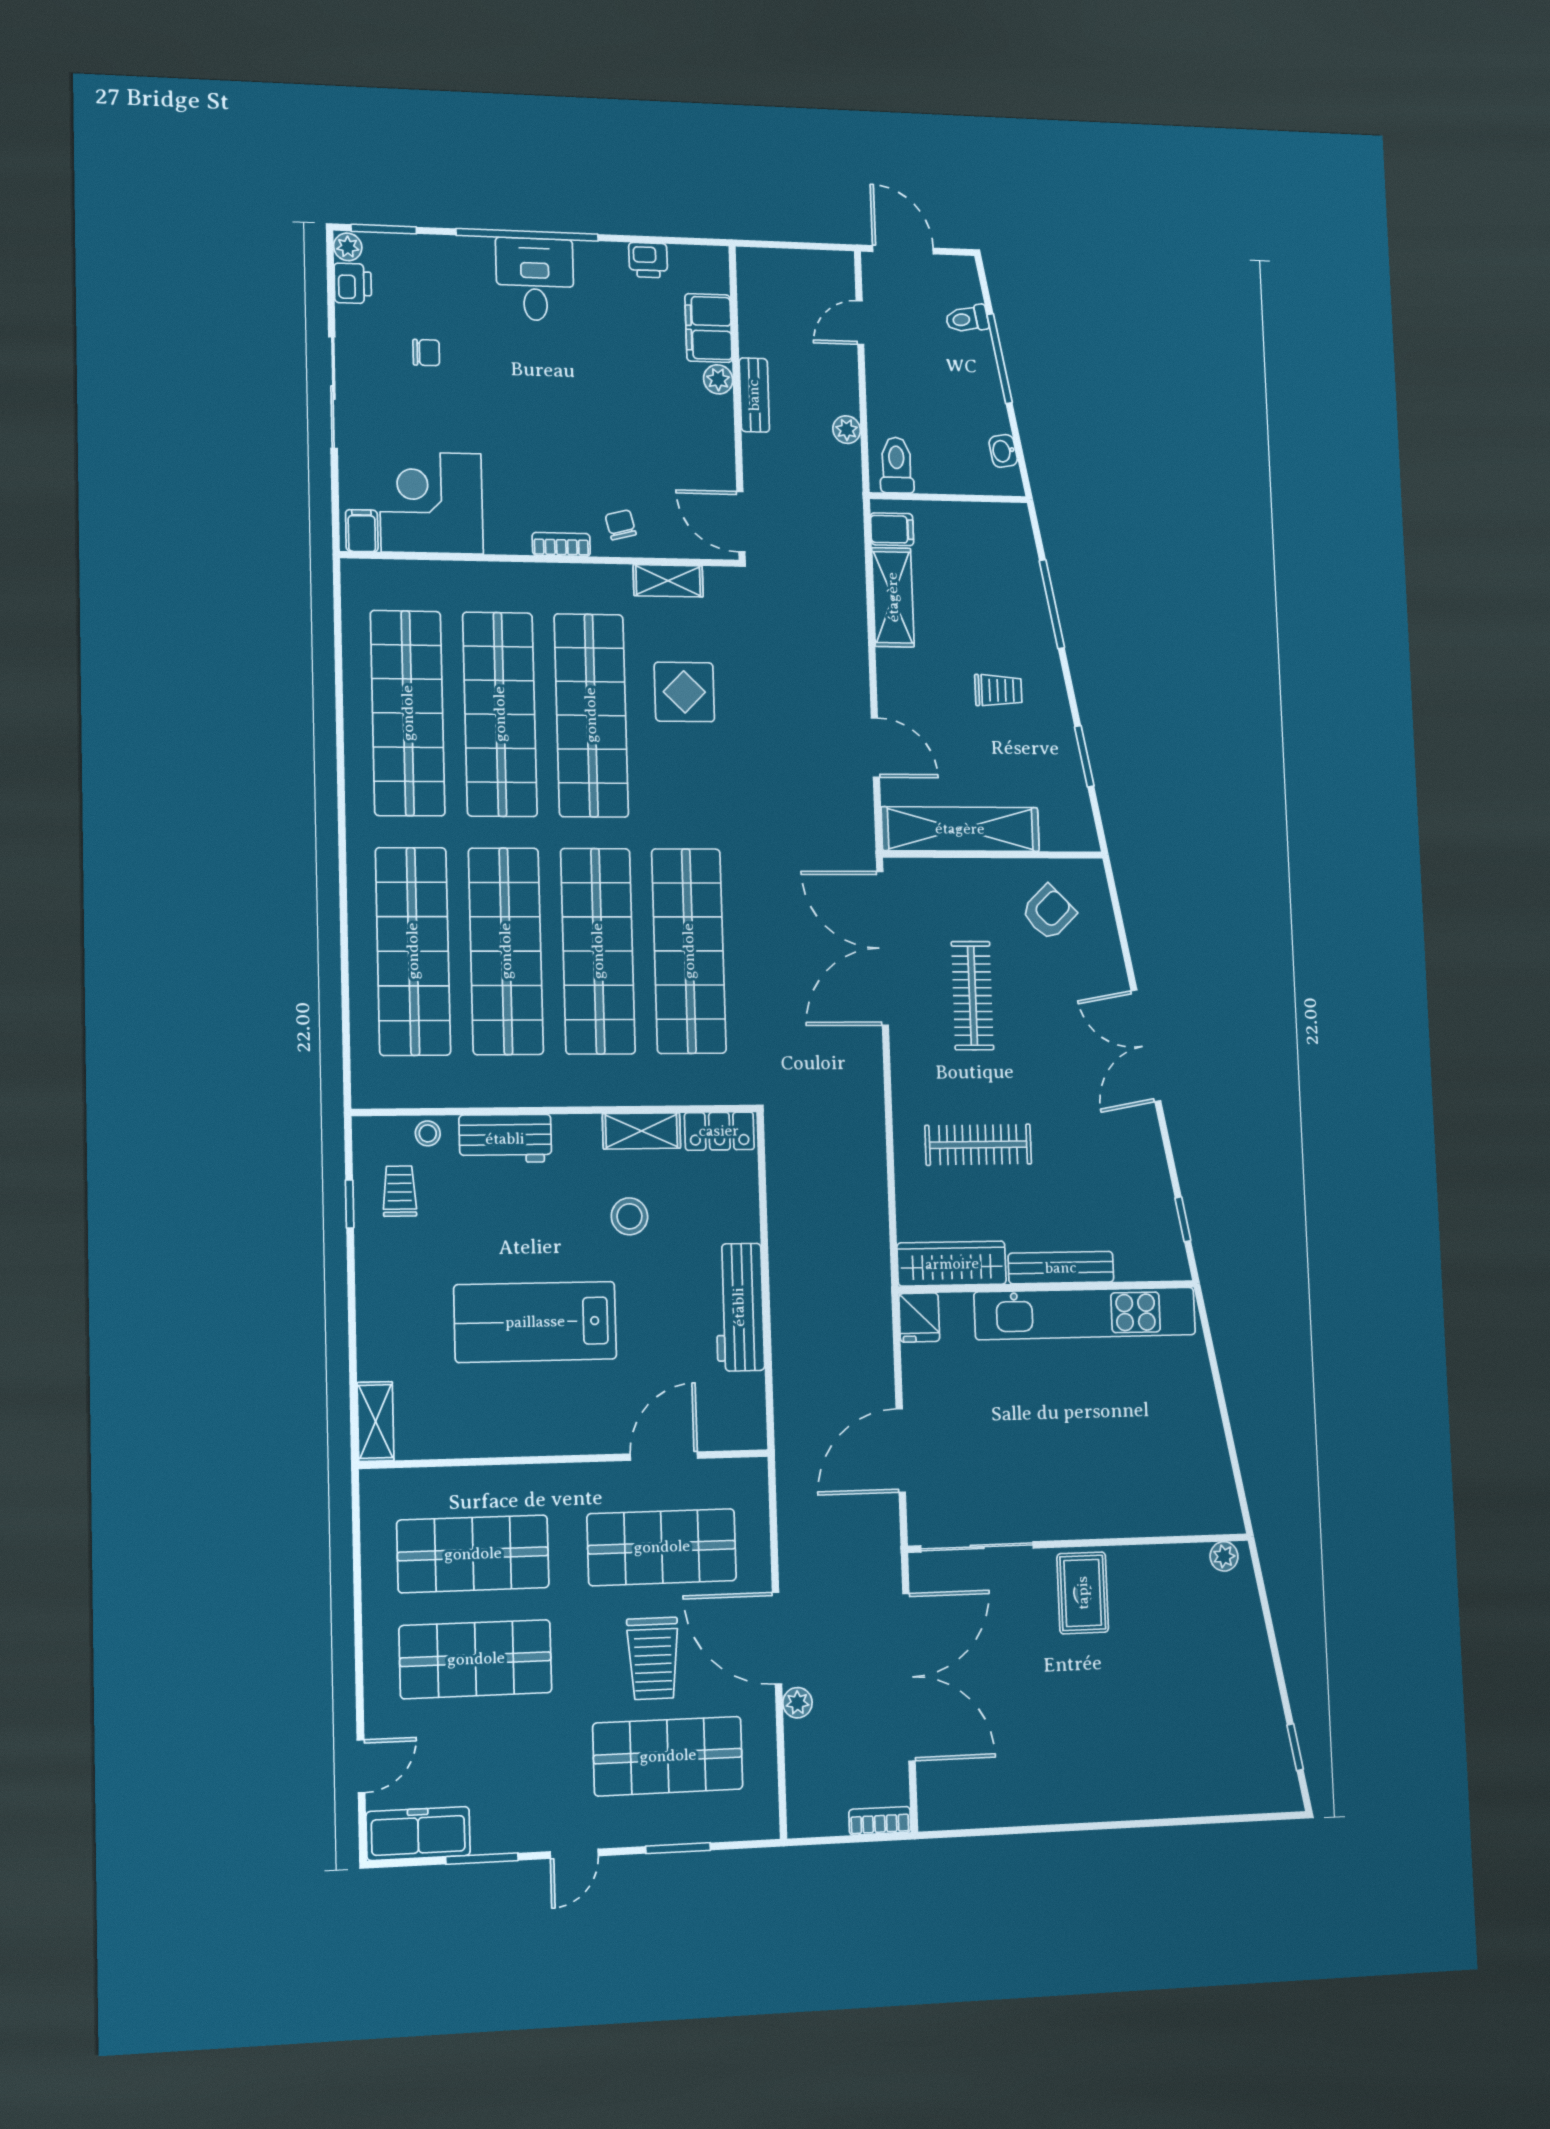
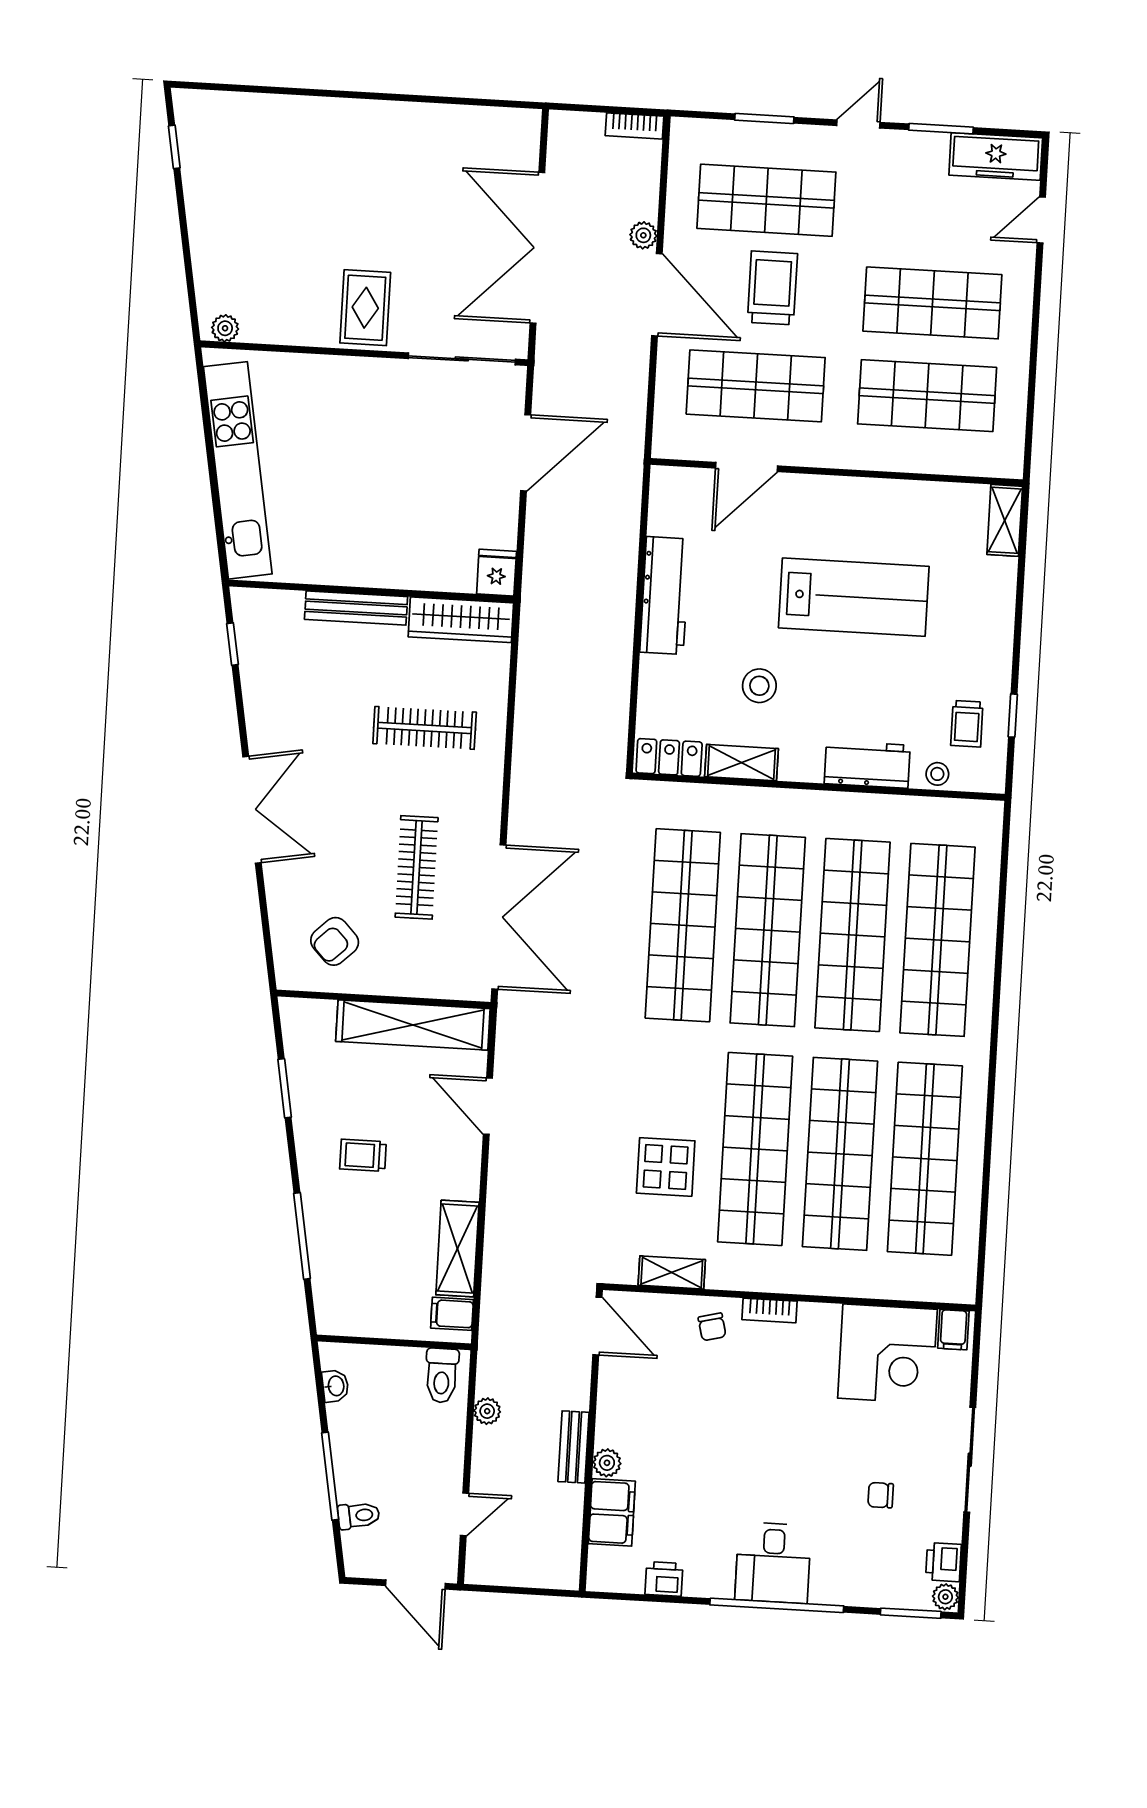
kitchen unit: (1085, 1313) -> (238, 470), moved, turned 80
bookcase: (880, 1821) -> (635, 126), moved

